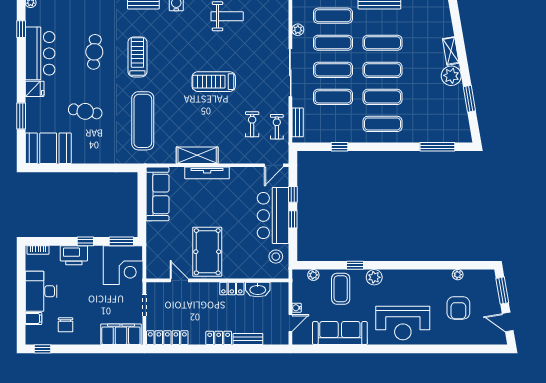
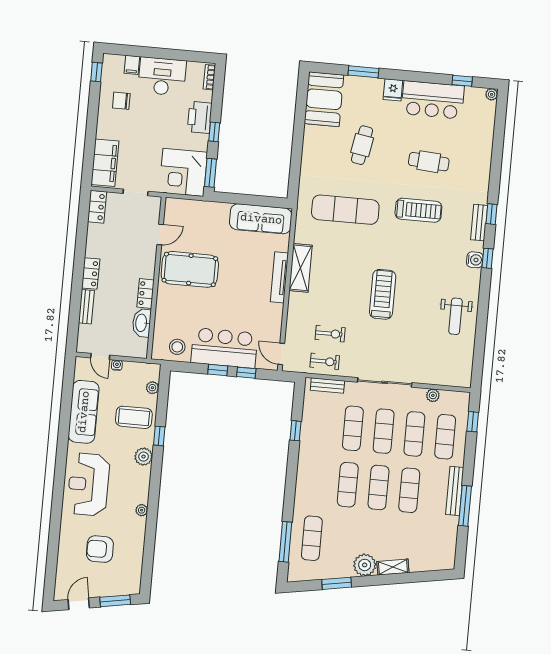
exercise mat: (382, 124) -> (312, 538), moved
plant: (458, 275) -> (142, 510), moved
locker: (167, 338) -> (97, 207), width x0.66

